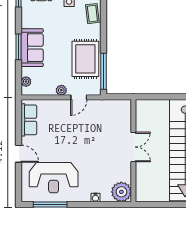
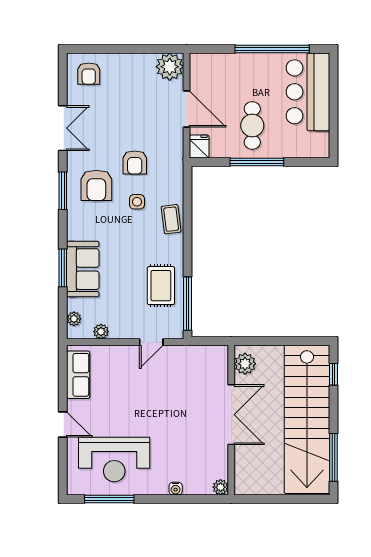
rug: (85, 59) -> (161, 286), width x0.73, depth x0.70
plant: (61, 90) -> (101, 332), moved
plant: (143, 112) -> (245, 364), added
double door: (133, 147) -> (231, 415), width x1.37
plant: (121, 192) -> (221, 487), width x0.53, depth x0.53

